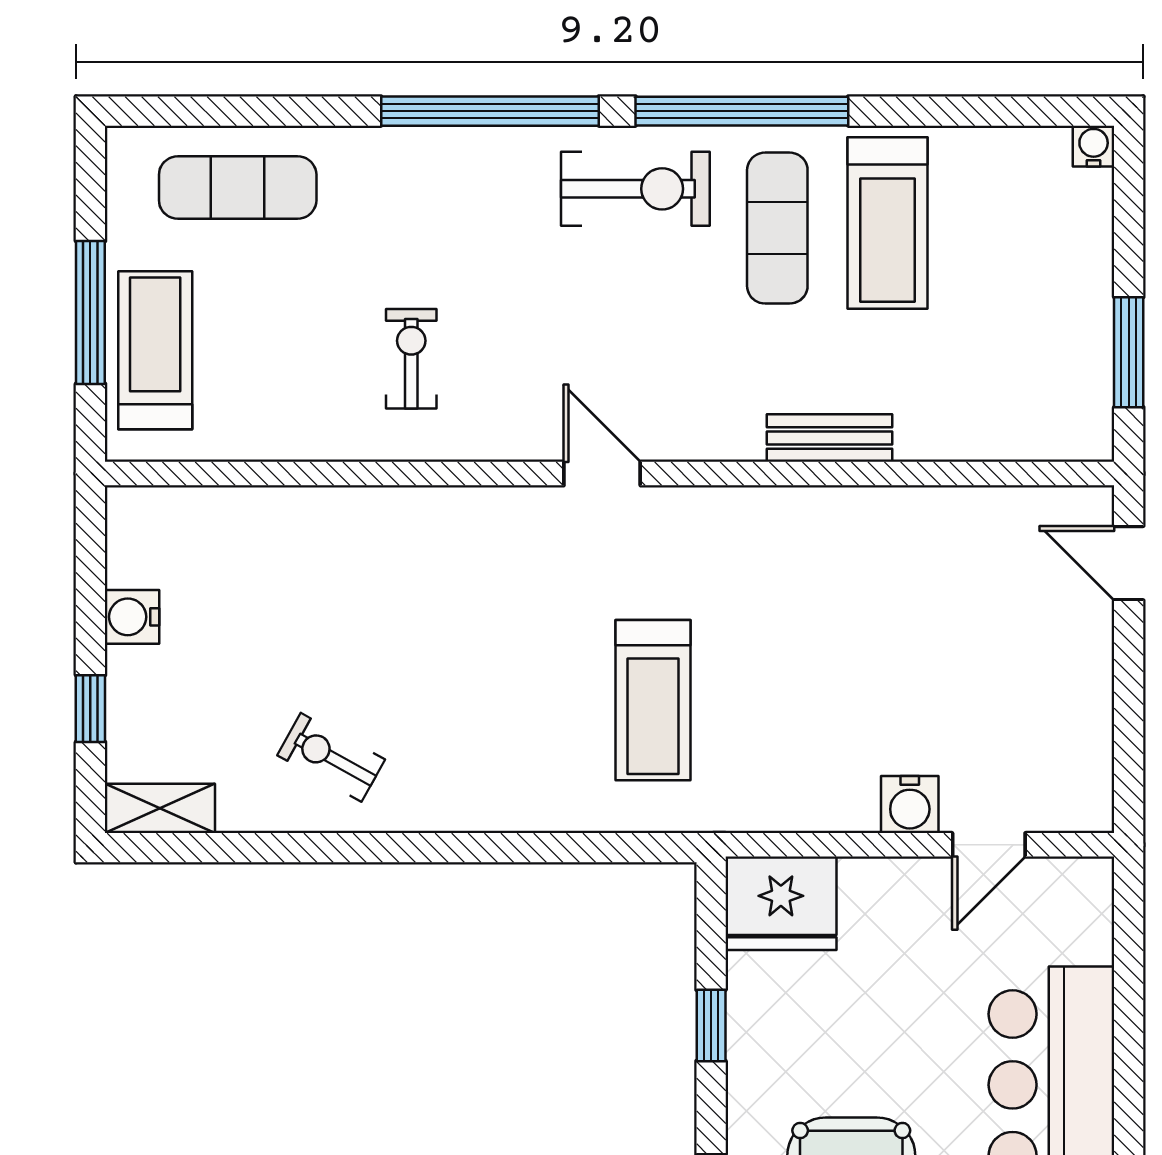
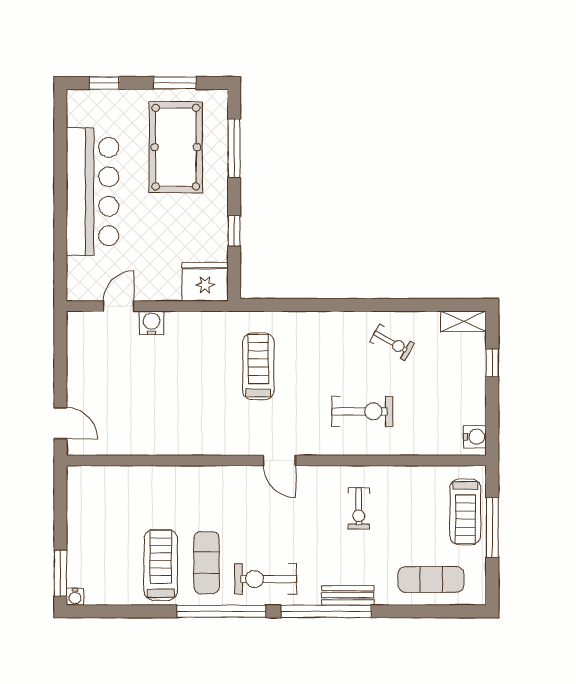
window: (1129, 352) -> (60, 573), moved
bench: (830, 438) -> (348, 595), moved
exercise bike: (403, 592) -> (362, 411), added
water cooler: (132, 617) -> (475, 437), moved

